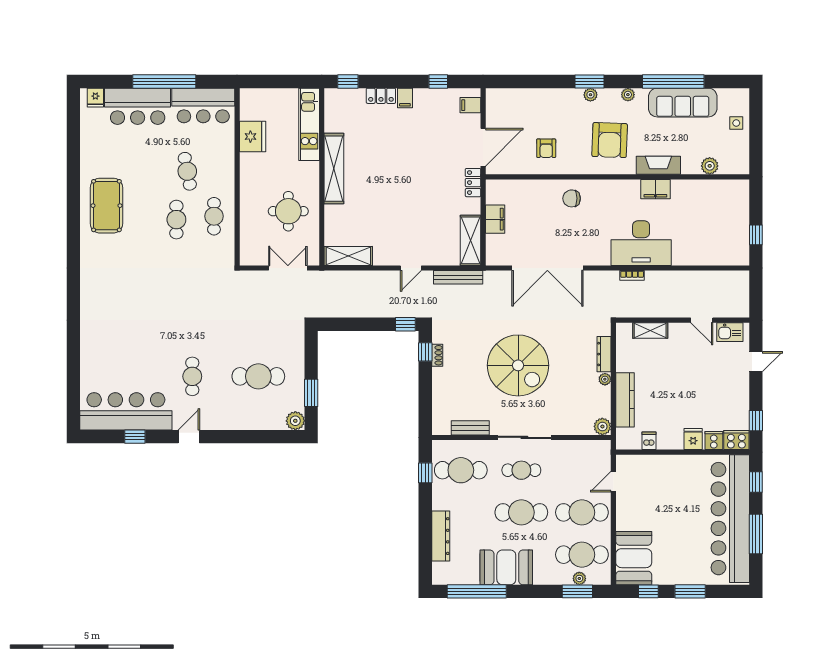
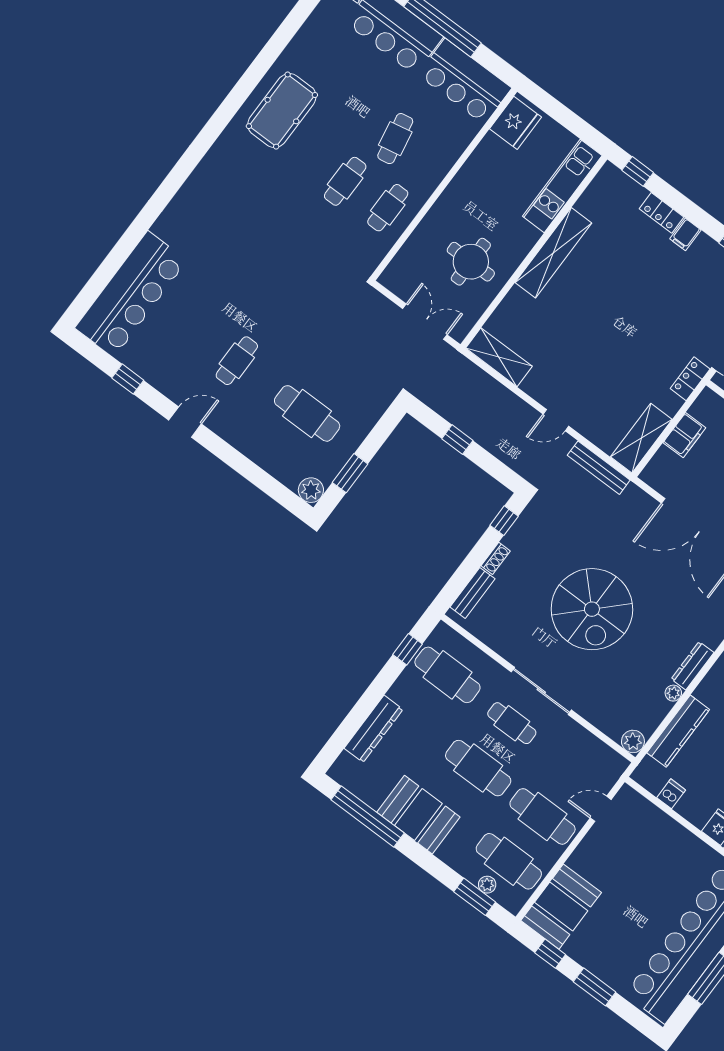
fridge: (253, 137) -> (516, 123), moved
window: (405, 324) -> (457, 440), moved
shoe rack: (437, 355) -> (496, 558), moved
bar counter: (126, 411) -> (131, 294), moved, turned 90
bench: (470, 428) -> (473, 593), moved, turned 90

